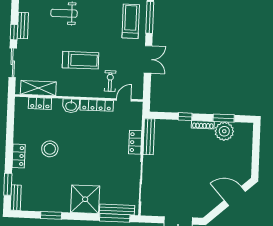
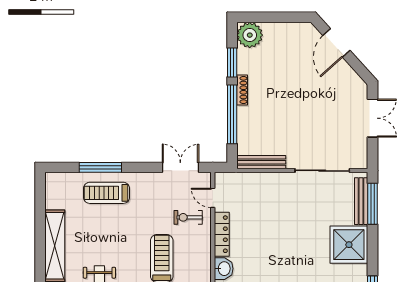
double door: (148, 59) -> (180, 167), moved
window: (185, 117) -> (232, 114), width x3.17
plant: (224, 131) -> (250, 35), moved
locker: (135, 142) -> (269, 180), removed

